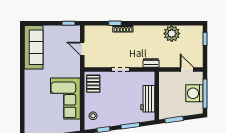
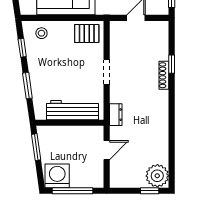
plant: (172, 34) -> (157, 176), moved
door: (187, 70) -> (107, 150), moved
washing machine: (194, 93) -> (57, 176), moved
workbench: (148, 99) -> (73, 110), width x1.38

